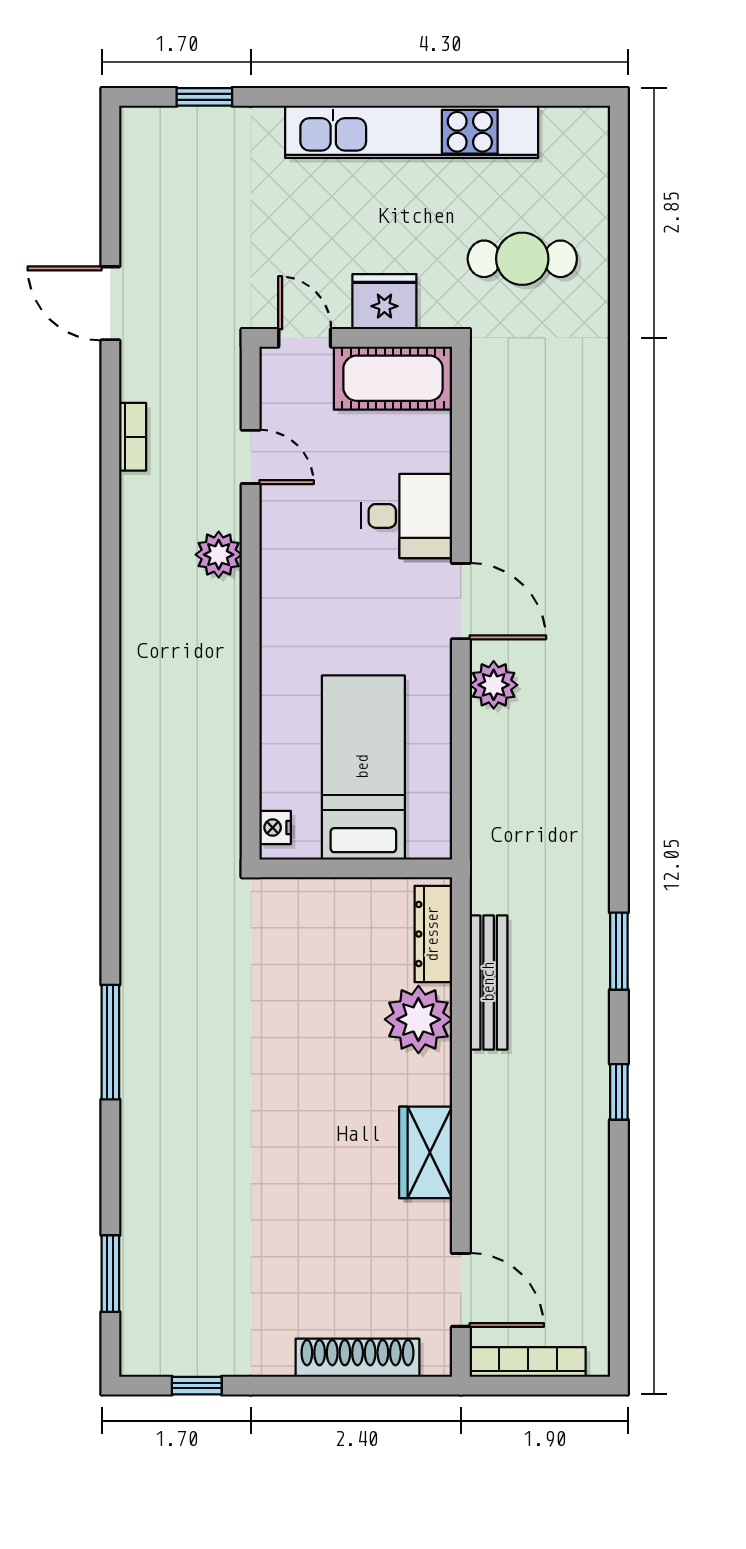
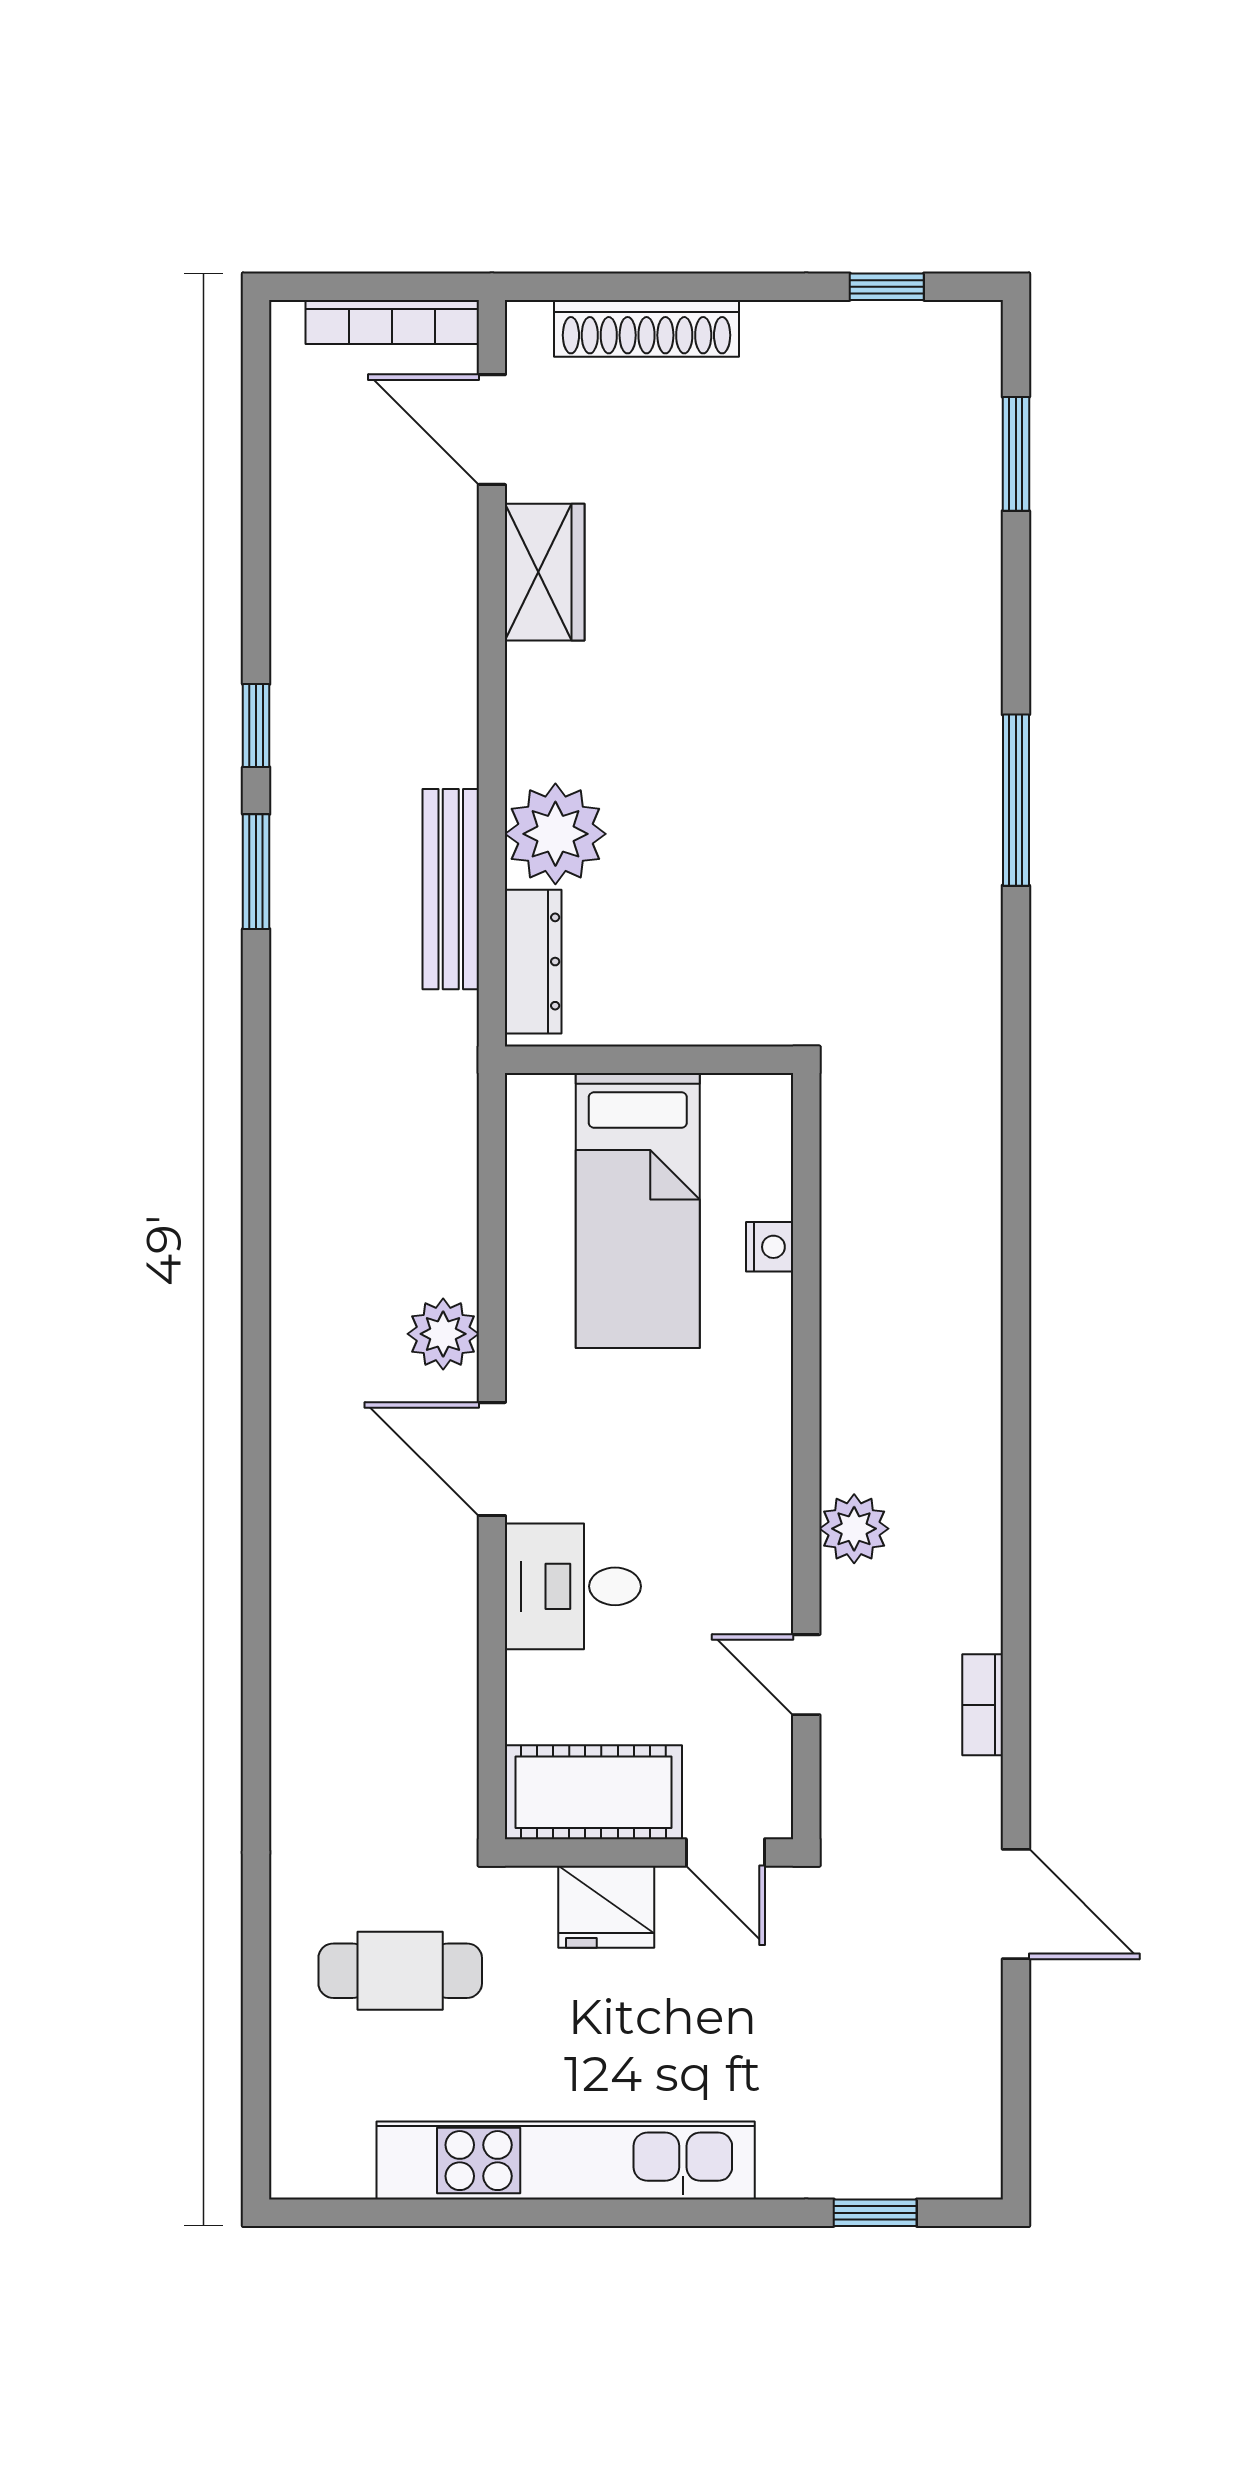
nightstand: (275, 828) -> (770, 1247), moved
window: (619, 951) -> (256, 872), moved
wardrobe: (426, 1152) -> (545, 572), moved

